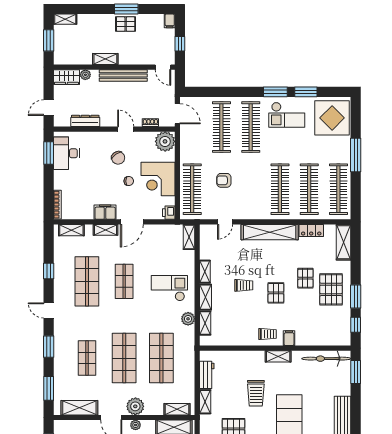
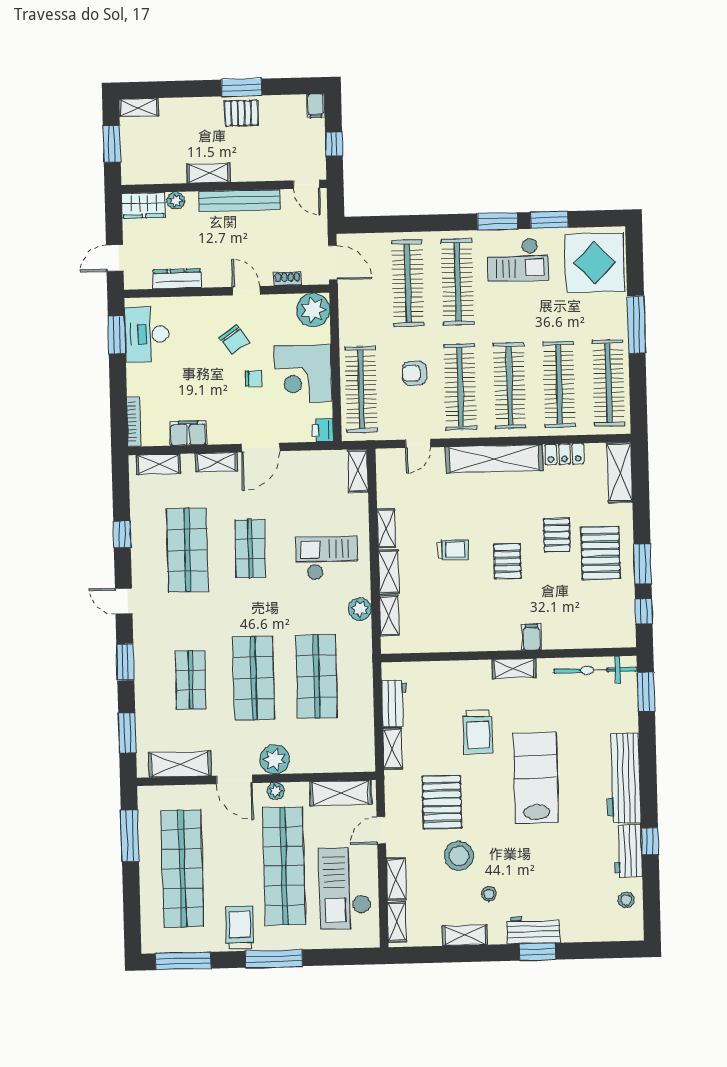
clothes rail: (251, 189) -> (460, 387), added
filing cabinet: (105, 212) -> (188, 433), moved
trolley: (267, 334) -> (495, 631), removed
shelving: (177, 409) -> (345, 762), removed

